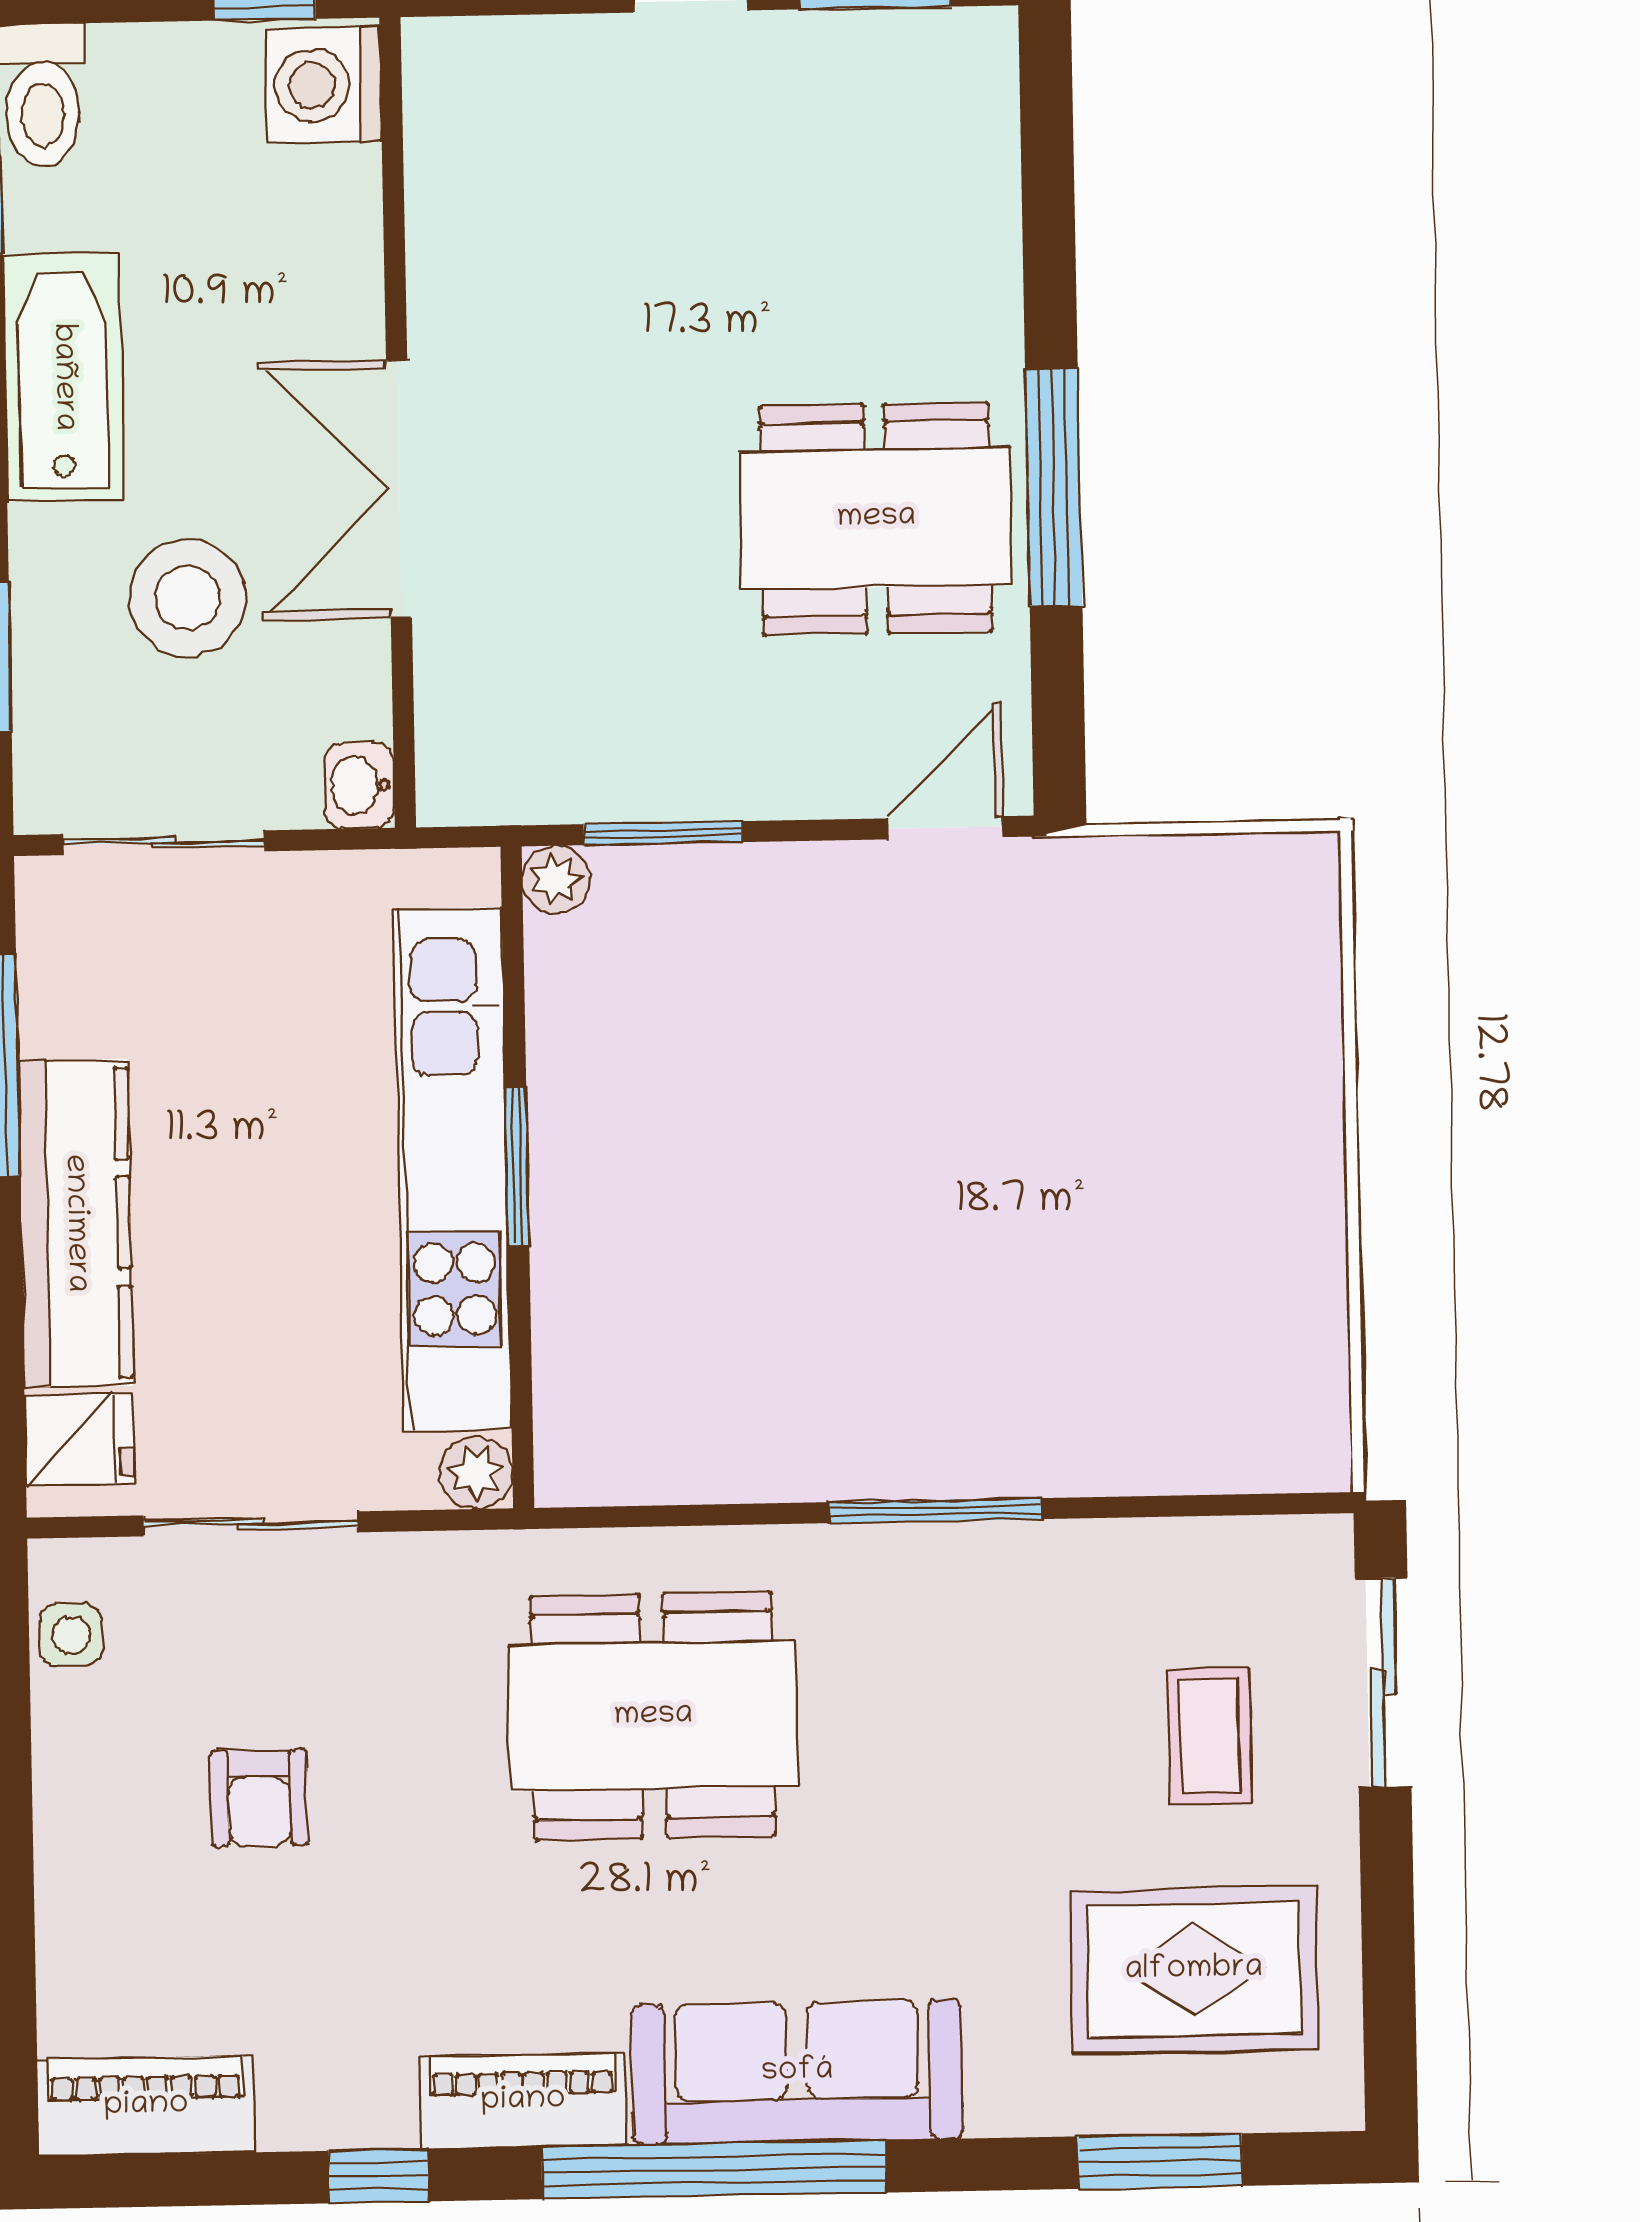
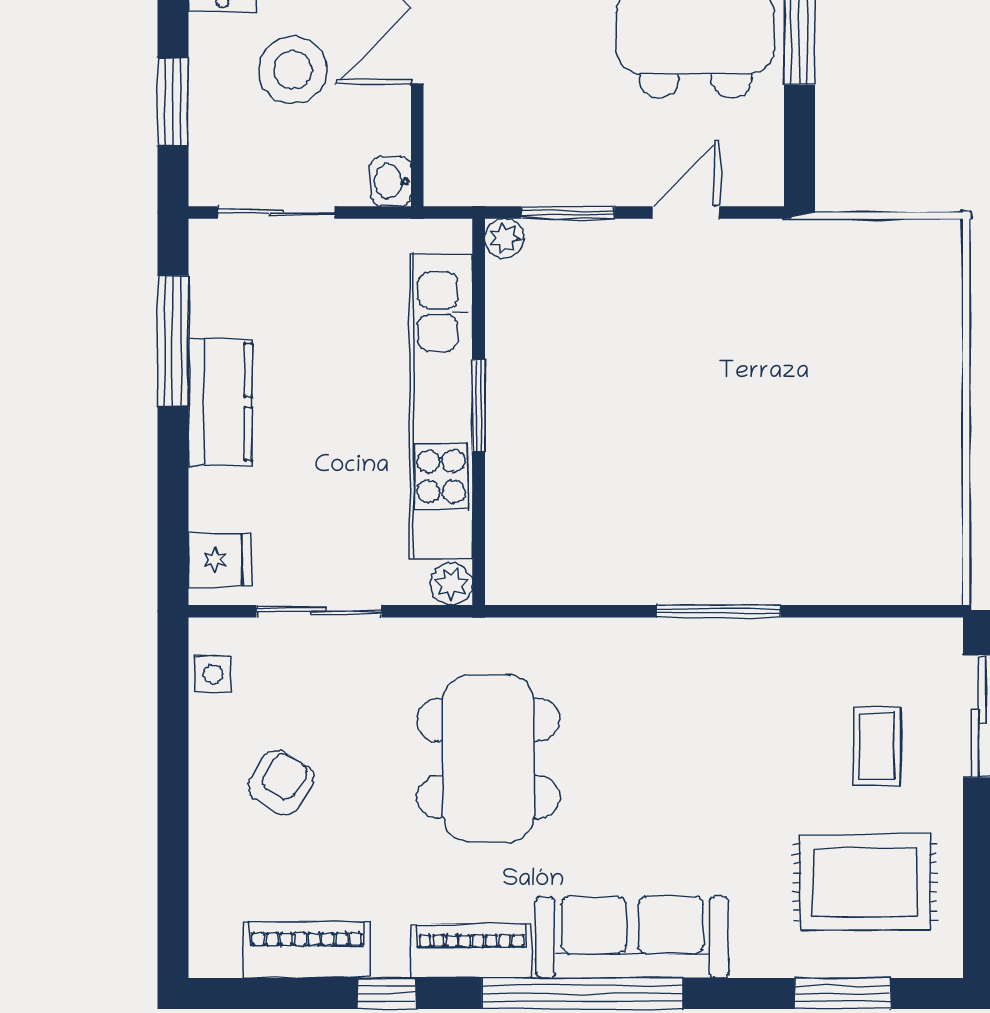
door: (945, 828) -> (686, 213), moved
kitchen counter: (75, 1223) -> (220, 402), width x0.67
dining table: (653, 1716) -> (488, 758), moved, turned 90
armchair: (259, 1798) -> (281, 782), moved, turned -148
piano: (146, 2106) -> (307, 950), moved

